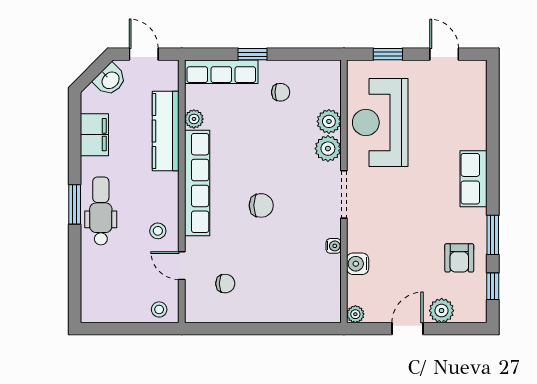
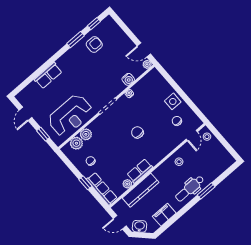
door: (144, 54) -> (120, 222), hinge flipped
plant: (328, 149) -> (76, 143), moved
row of seats: (473, 179) -> (48, 76), moved
row of seats: (197, 183) -> (140, 171), width x0.50
window: (75, 204) -> (206, 191), moved
door: (182, 266) -> (192, 136), moved
side table: (262, 304) -> (173, 101), added
plant: (442, 311) -> (119, 34), removed
door: (407, 329) -> (144, 50), moved

